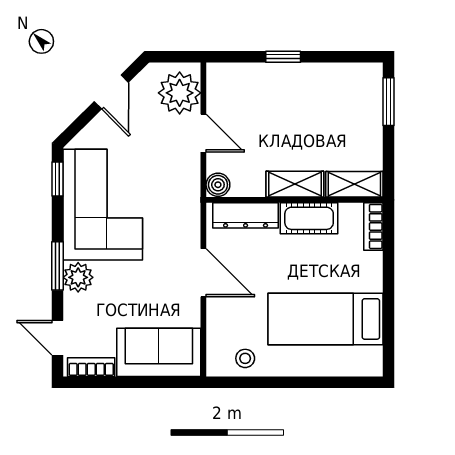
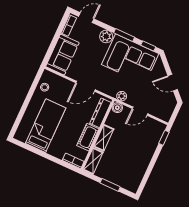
window: (283, 57) -> (164, 138), moved
plant: (180, 93) -> (122, 96), moved, width x0.53, depth x0.53
window: (389, 102) -> (110, 185), moved
window: (58, 266) -> (124, 35), moved

